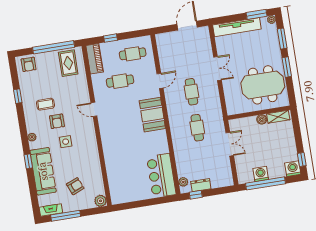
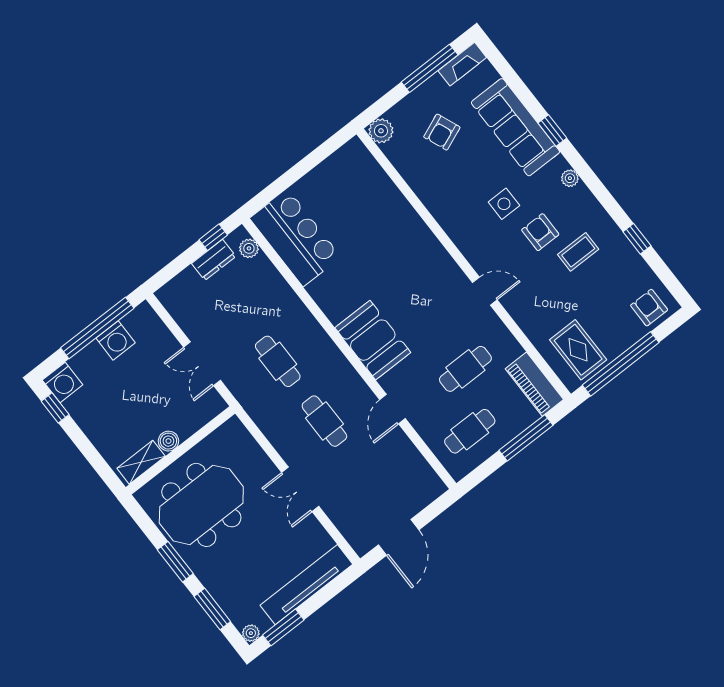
window: (110, 38) -> (526, 438), width x2.17

